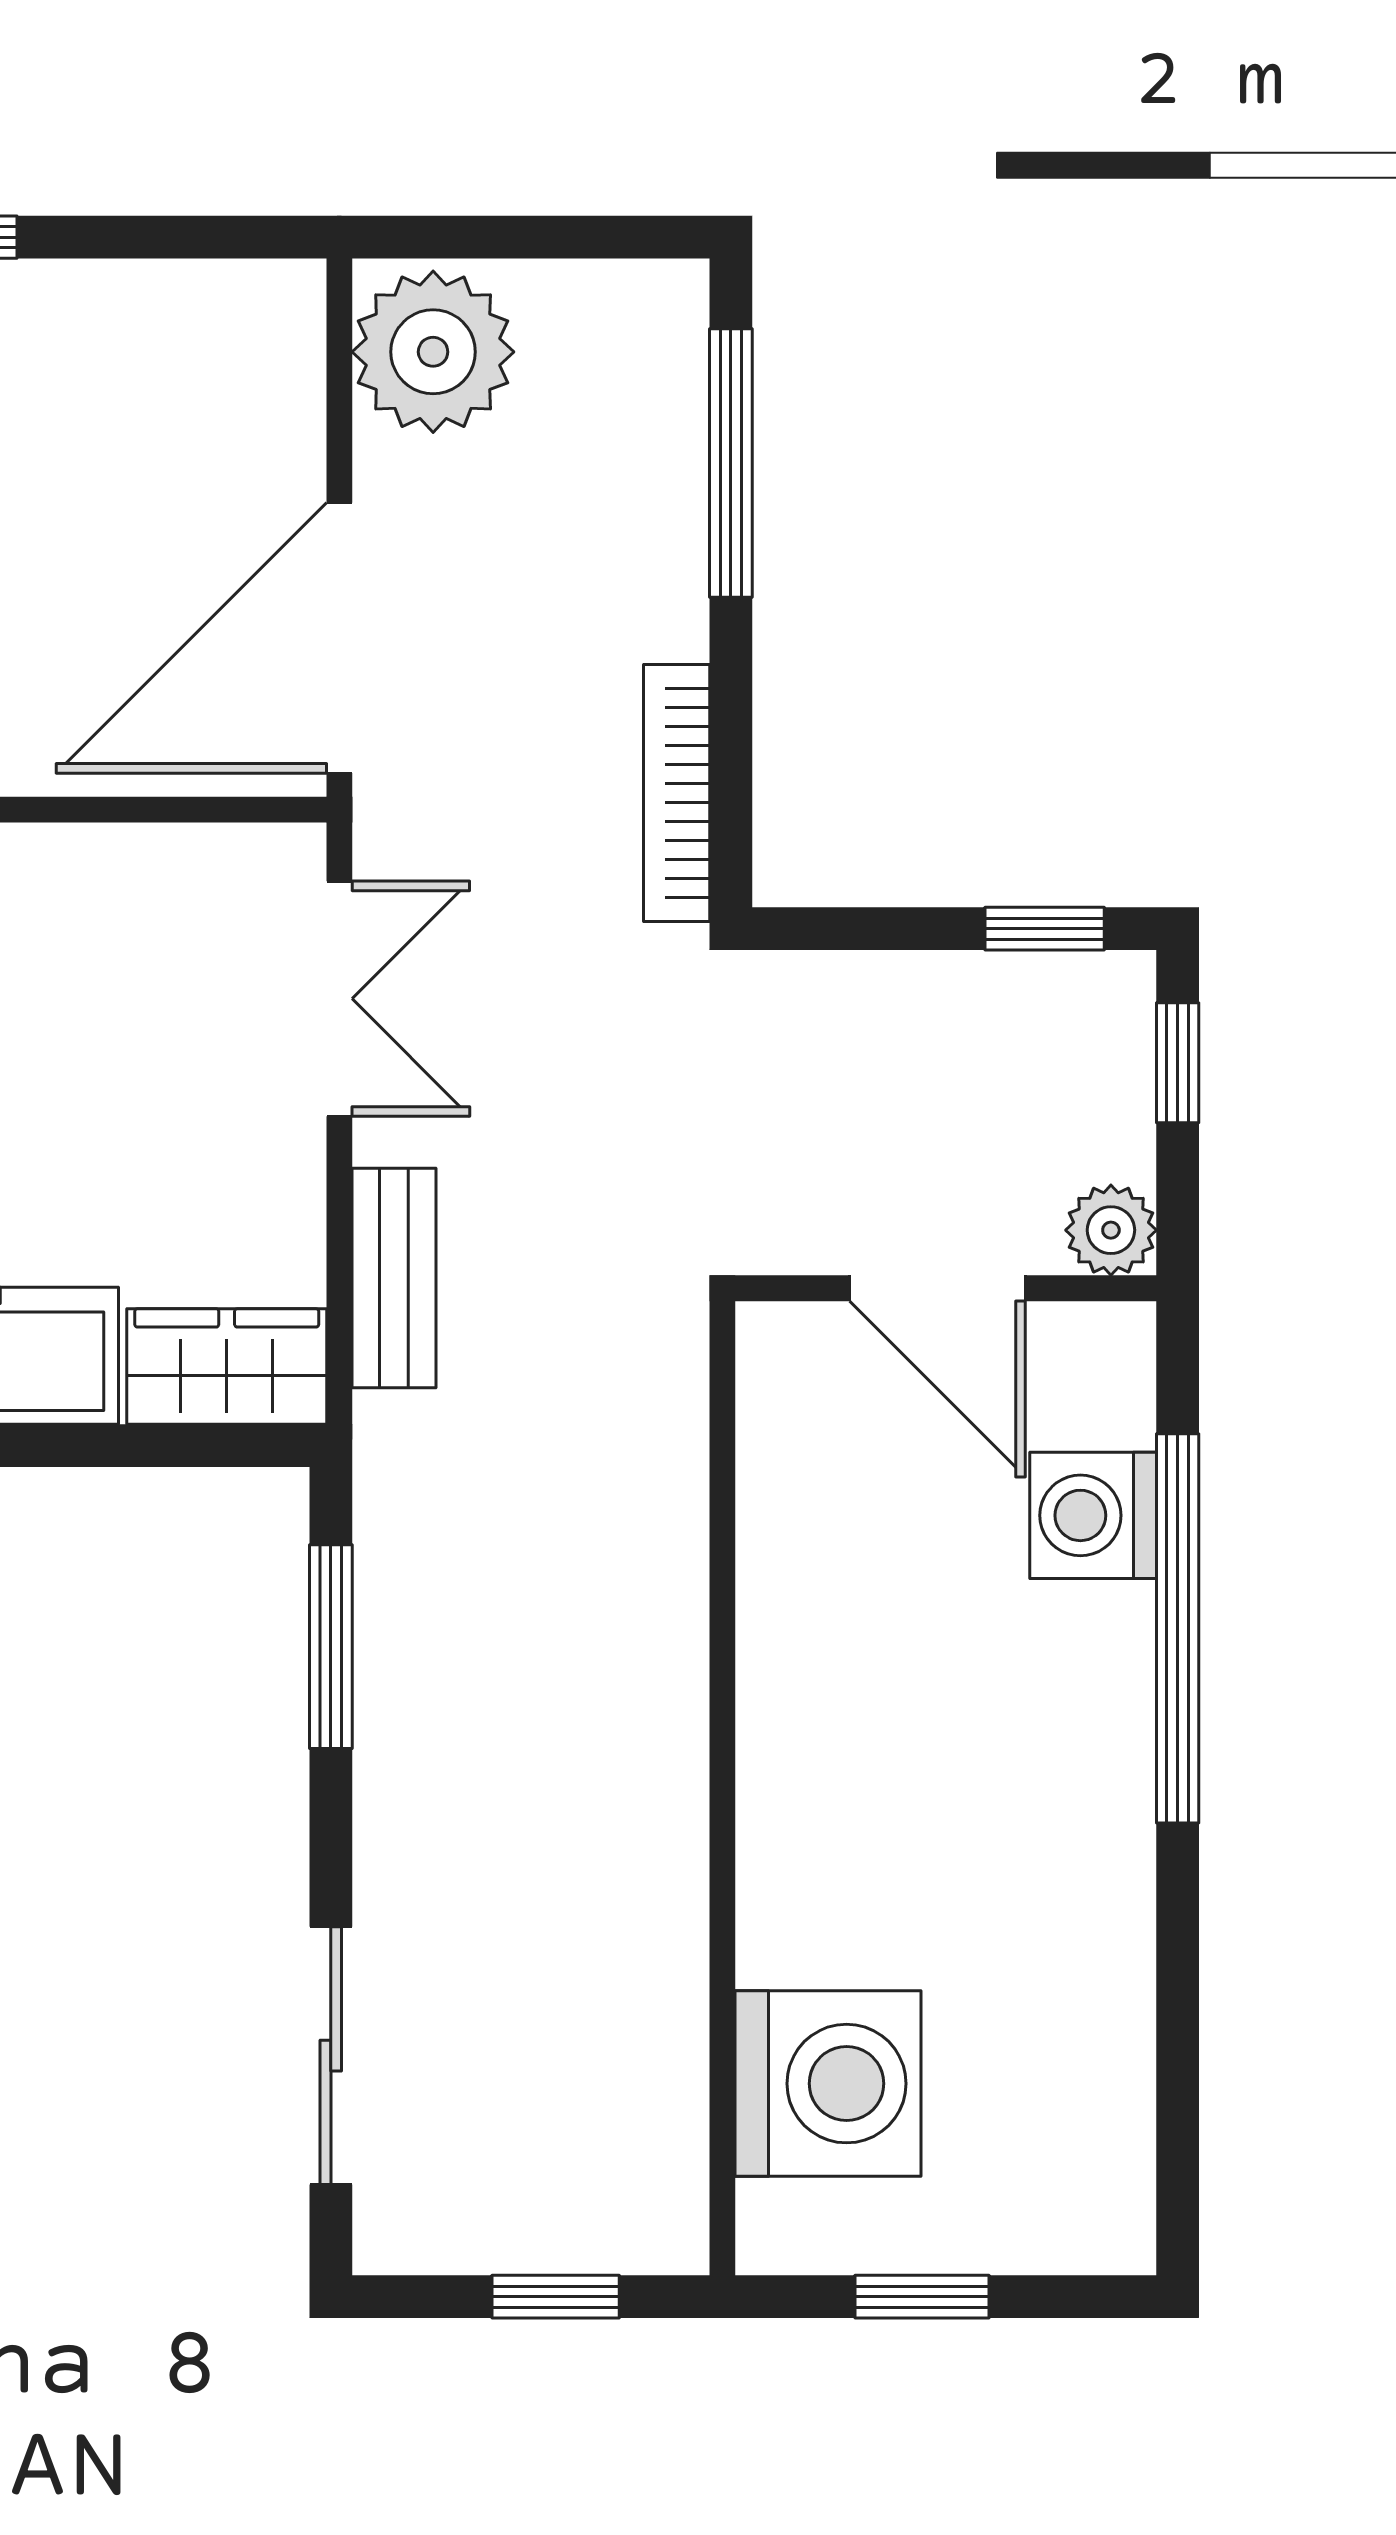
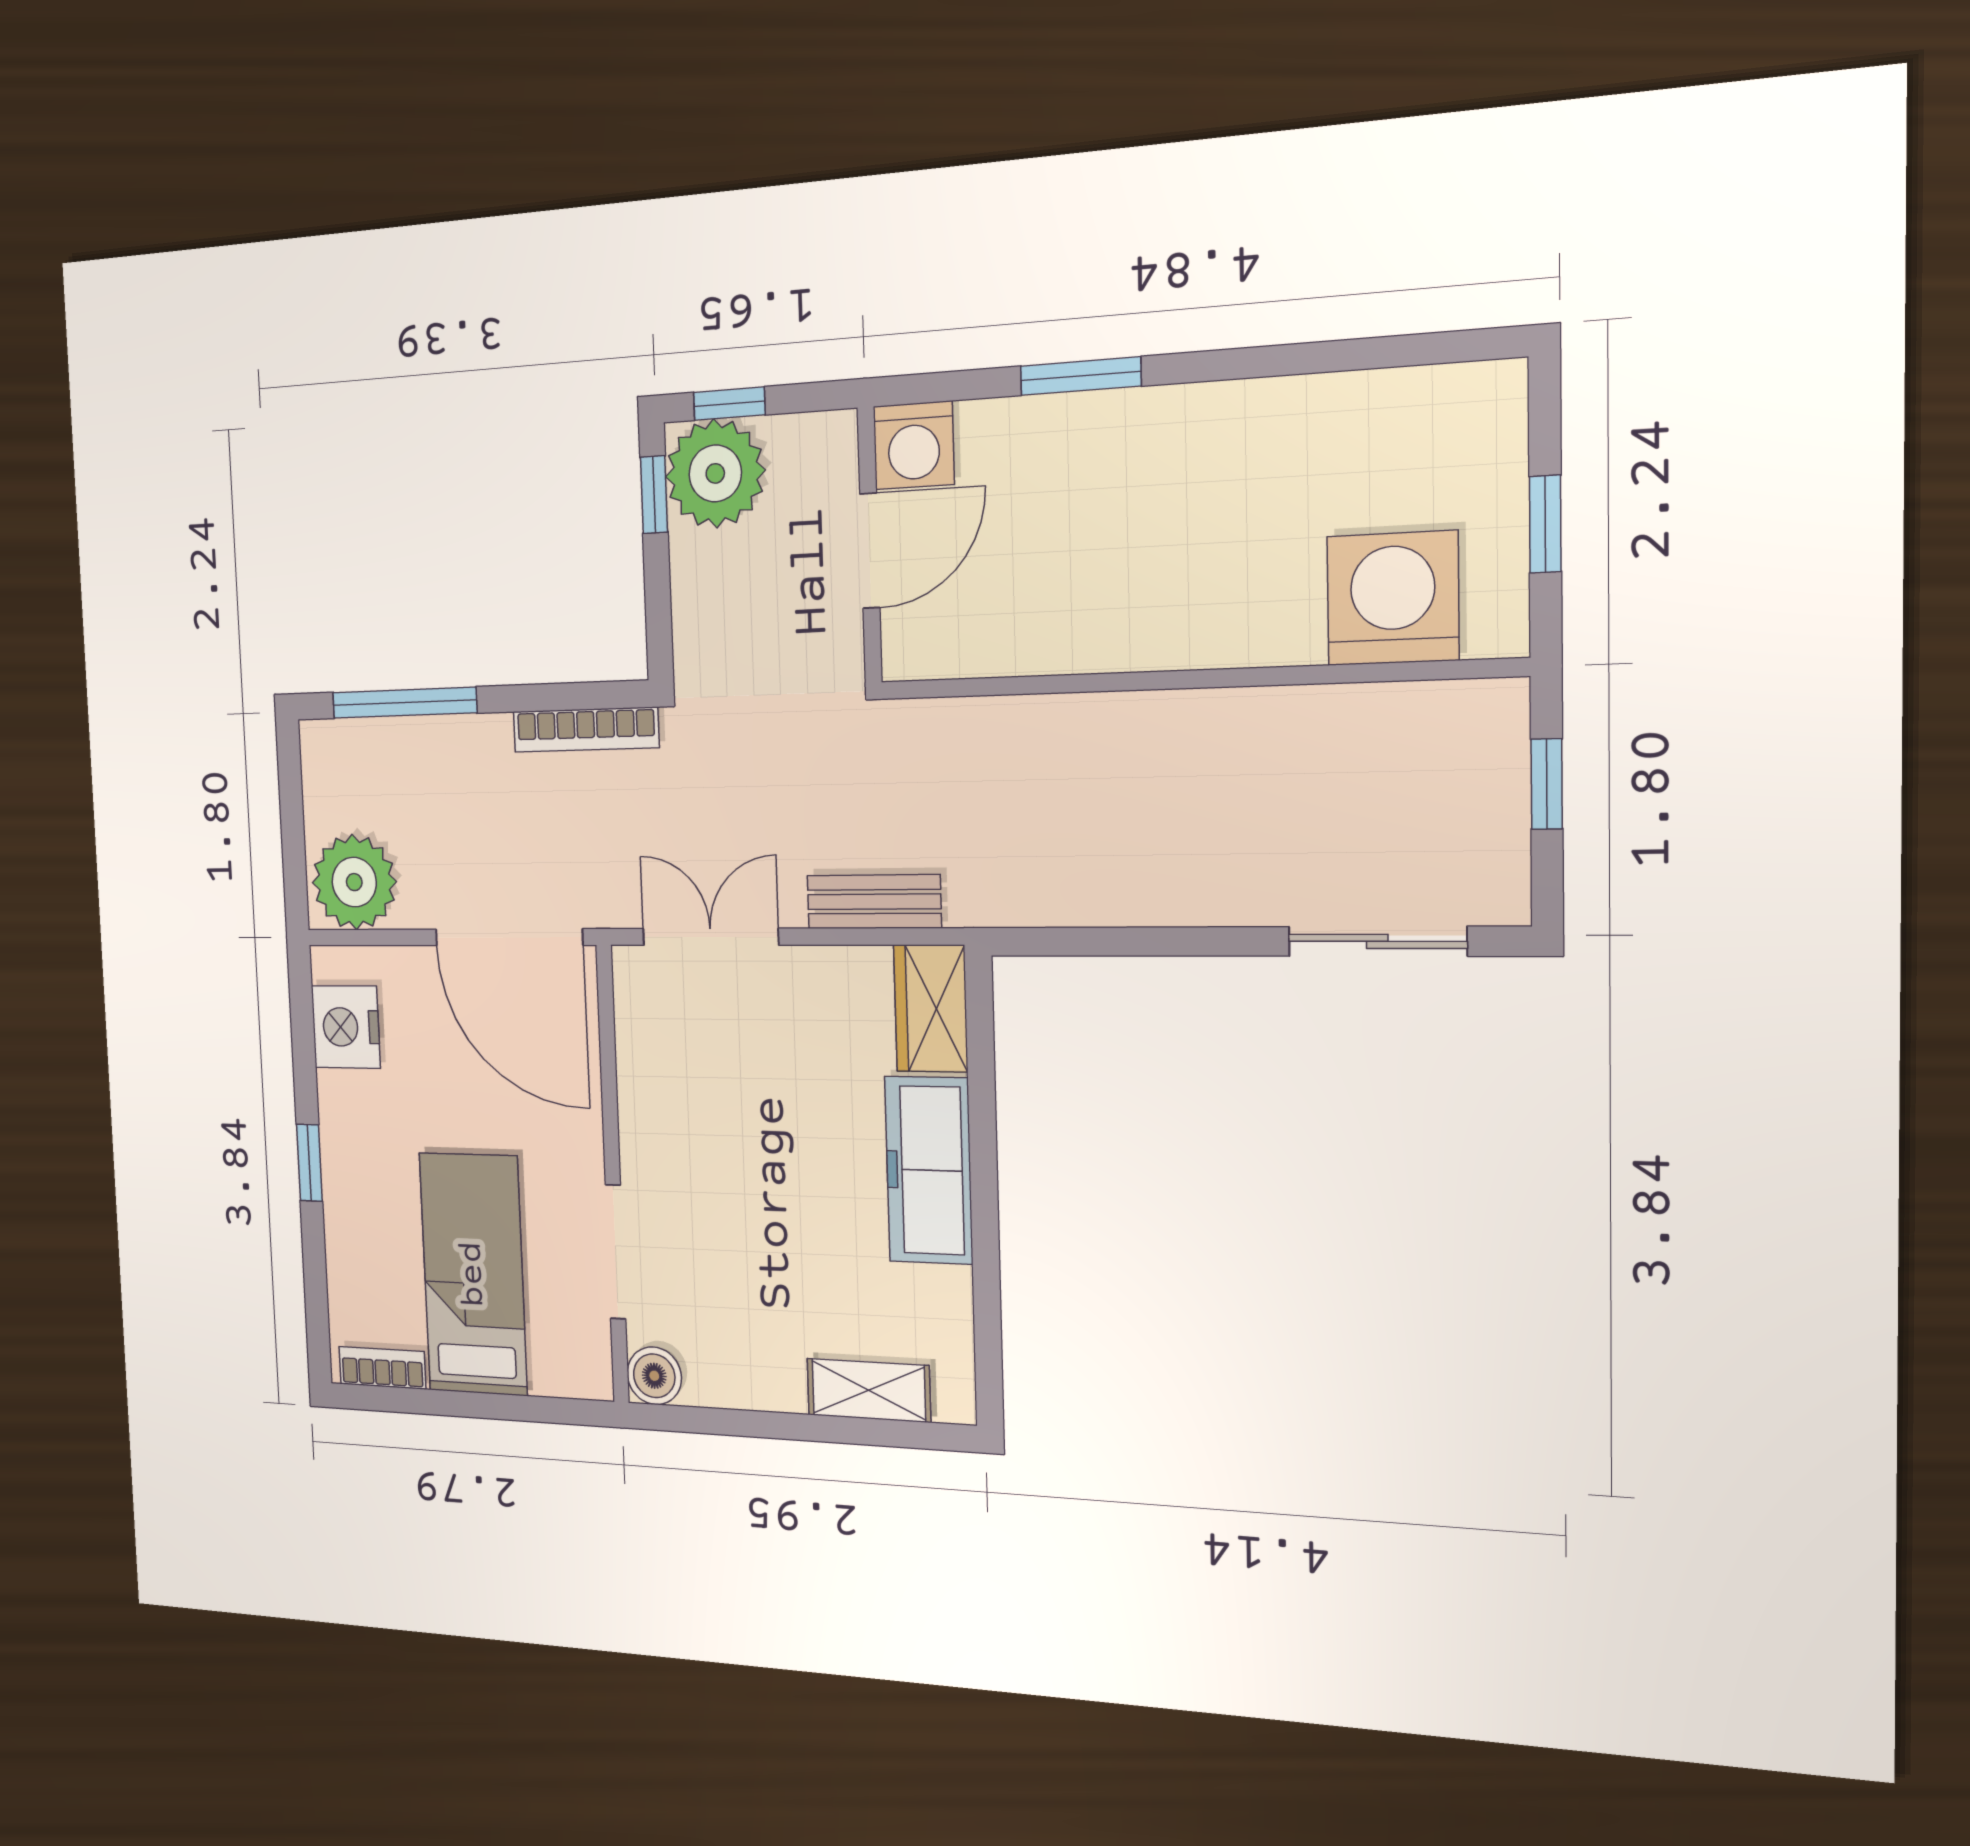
nightstand: (187, 322) -> (346, 1027), added
plant: (1111, 1230) -> (715, 473), moved, width x1.88, depth x1.88
washing machine: (1093, 1515) -> (914, 445), moved
window: (1178, 1628) -> (1081, 376), width x0.47
window: (331, 1647) -> (1105, 942), removed

